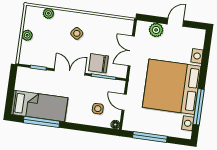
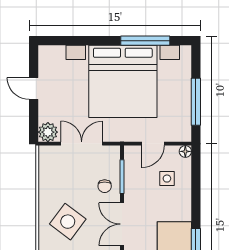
plant: (156, 30) -> (48, 132), moved
side table: (77, 33) -> (68, 222), width x1.87, depth x1.87
double door: (131, 51) -> (82, 144), swing flipped
chair: (98, 63) -> (105, 186), width x0.54, depth x0.54

